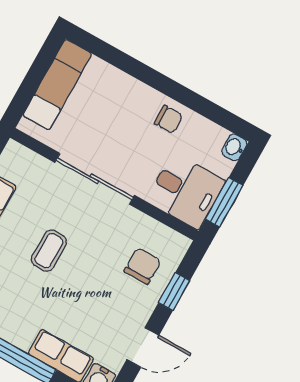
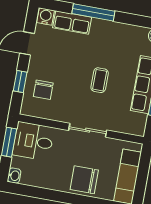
chair: (168, 119) -> (84, 180), moved, width x1.87, depth x1.87
sliding door: (95, 179) -> (88, 130), width x0.73

